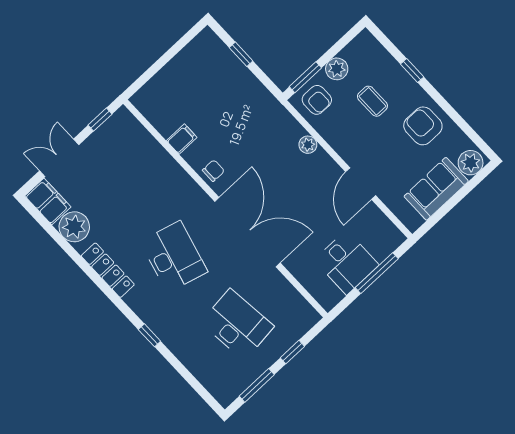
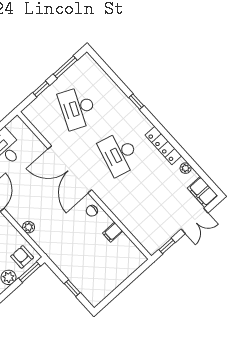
plant: (74, 227) -> (186, 168), width x0.53, depth x0.53
desk: (237, 324) -> (78, 108), turned 30

